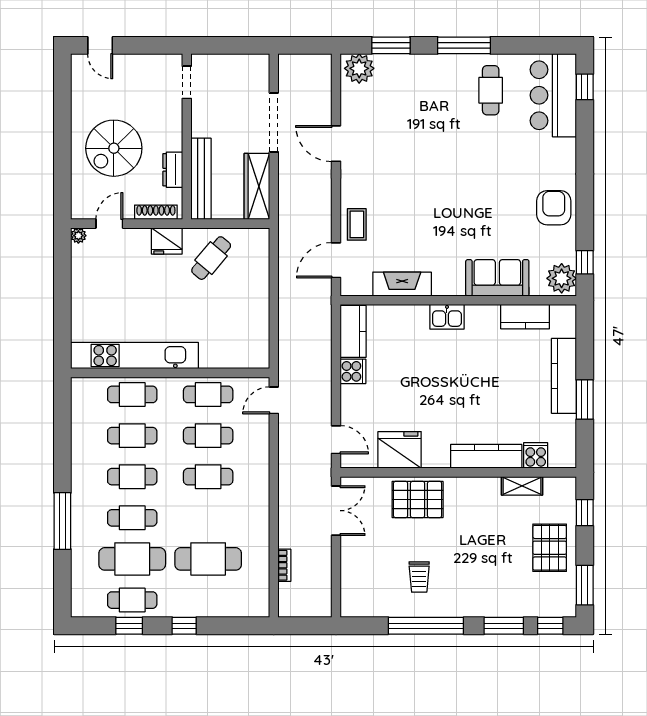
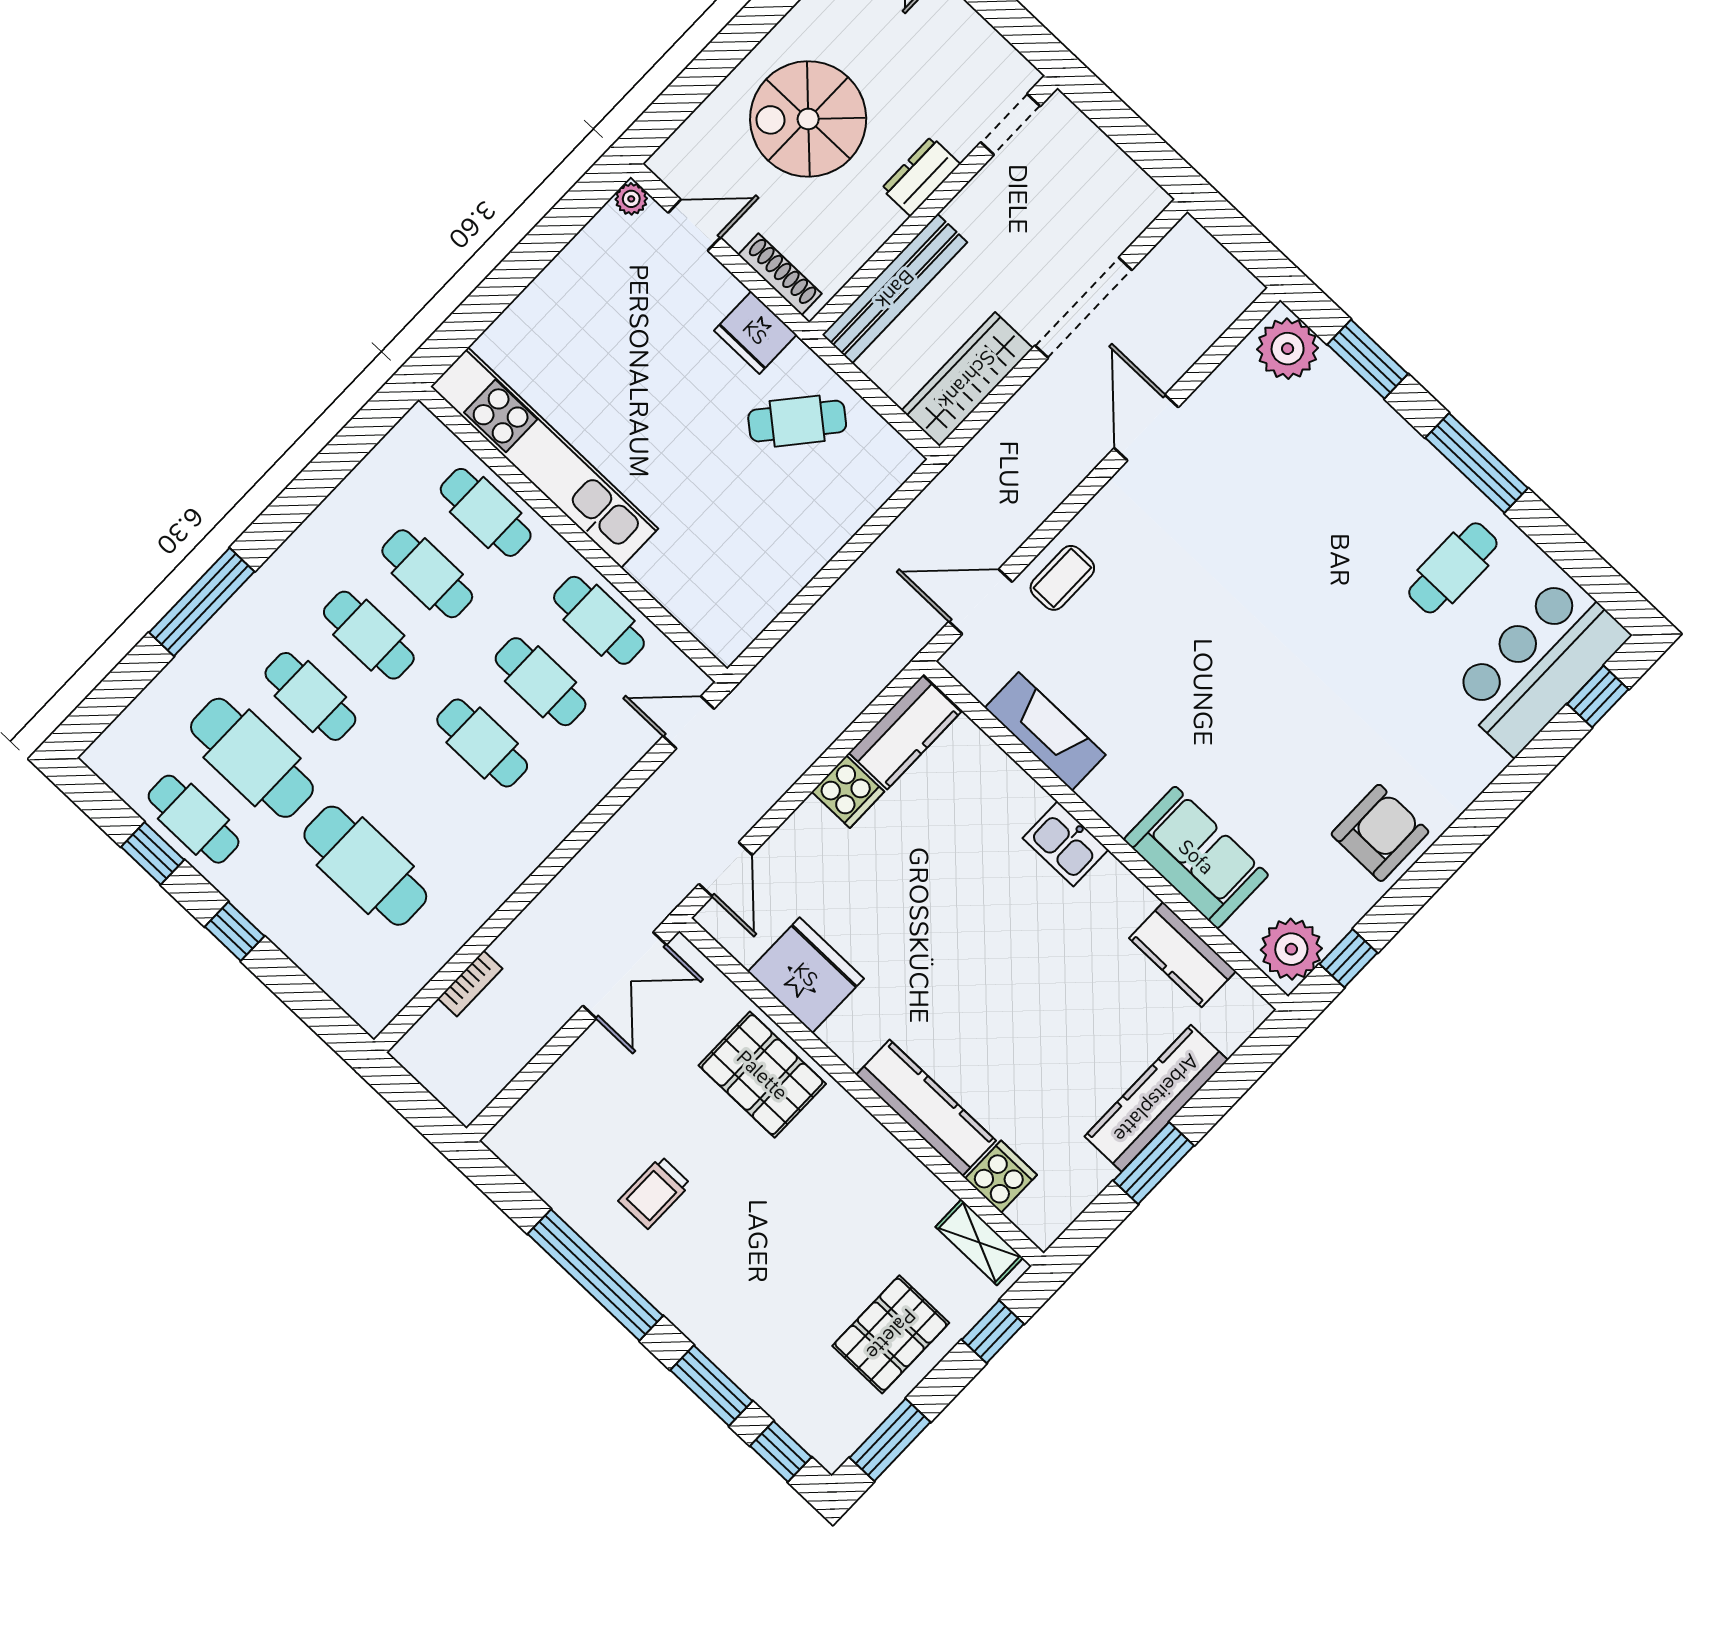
dresser: (173, 170) -> (921, 176), moved
shelving: (522, 486) -> (979, 1242), moved

